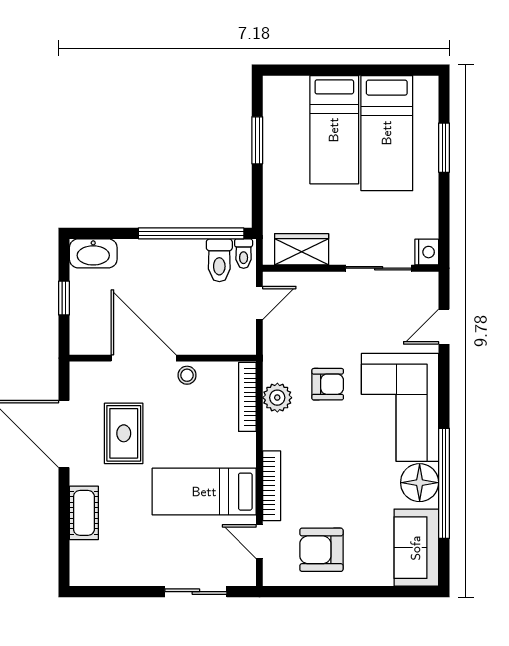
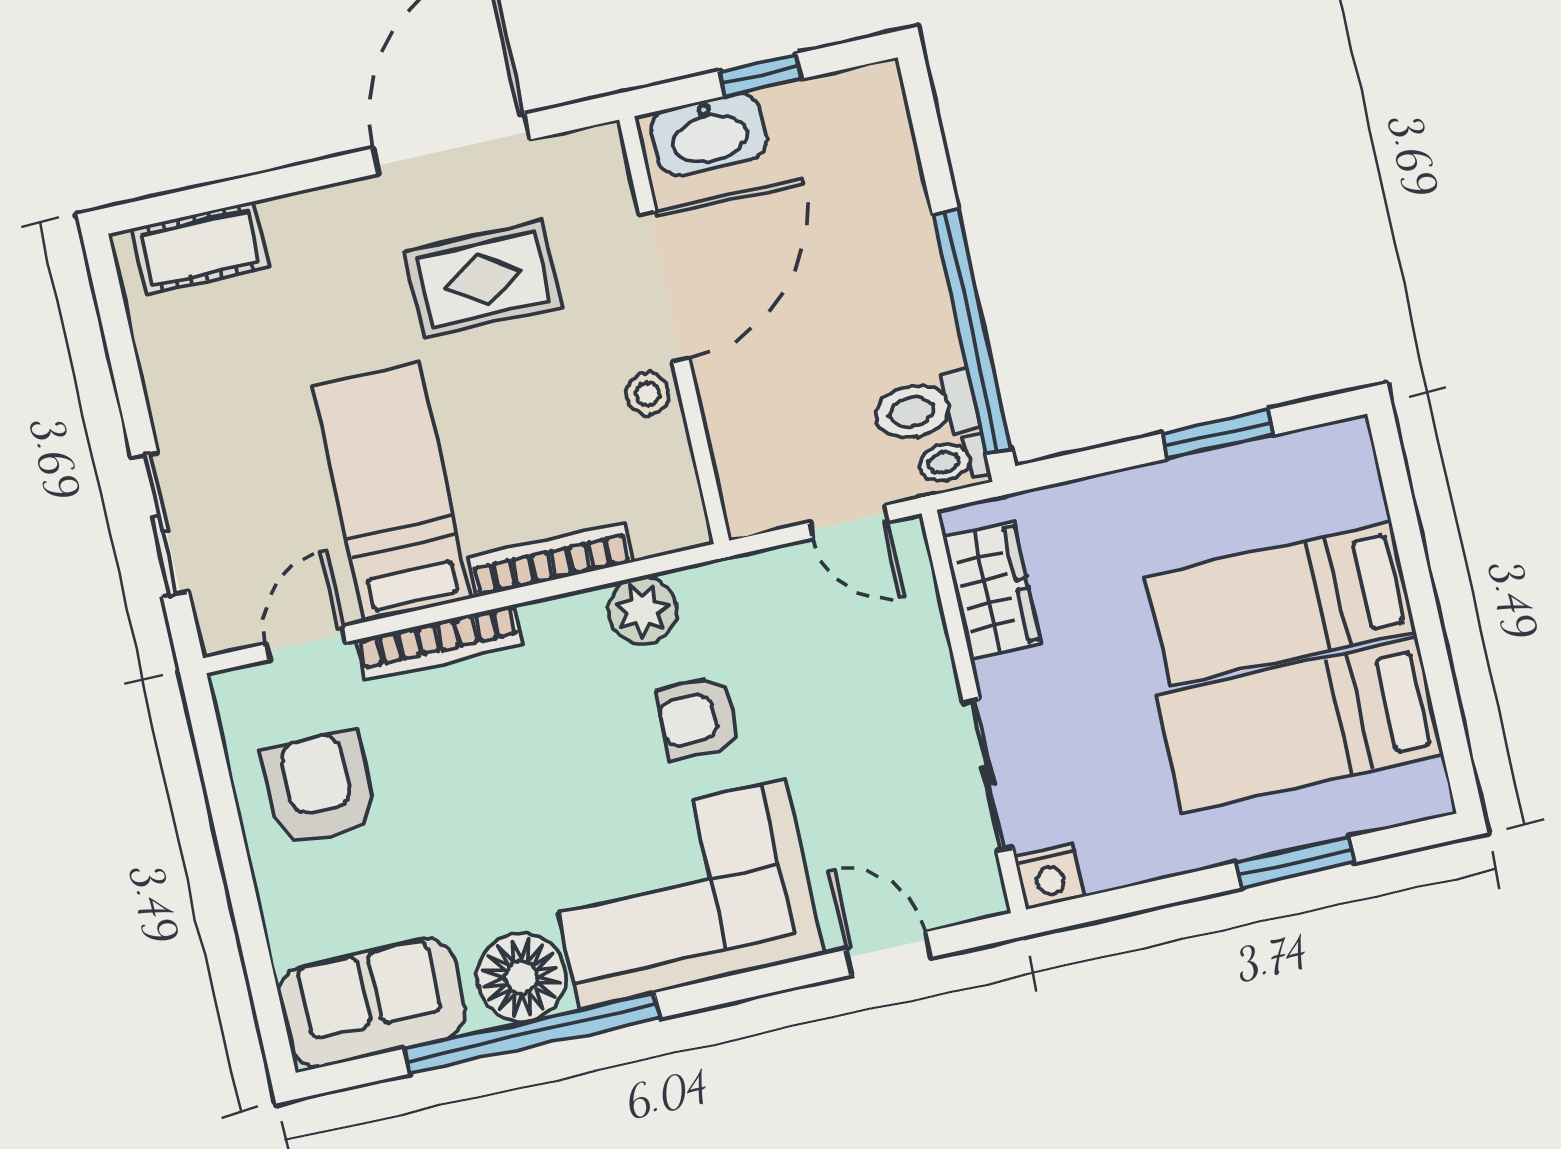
washbasin: (93, 253) -> (709, 134), moved, turned -90
armchair: (328, 384) -> (698, 718), turned 90
bookcase: (247, 397) -> (550, 560), moved
cot: (84, 513) -> (200, 248), moved

